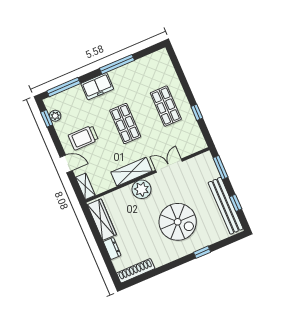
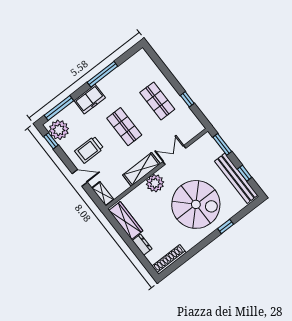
plant: (55, 116) -> (59, 130), width x1.88, depth x1.88
spiral stairs: (178, 222) -> (196, 204), width x1.37, depth x1.37

